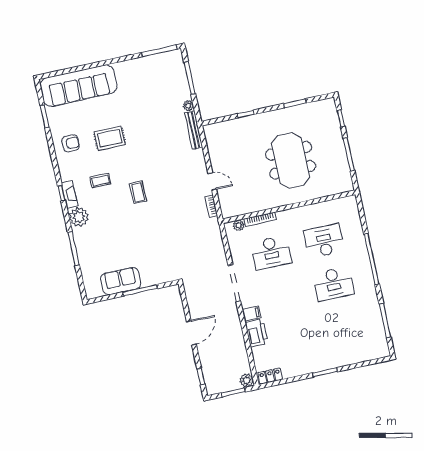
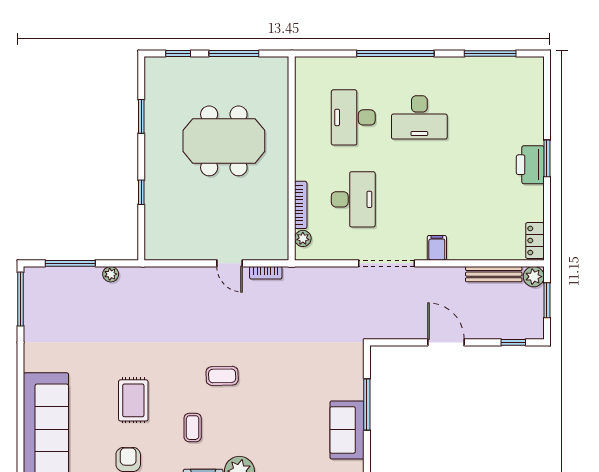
bench: (194, 130) -> (494, 274), moved
door: (212, 181) -> (230, 263), swing flipped
desk: (334, 284) -> (419, 117), turned 90
printer: (257, 333) -> (530, 165), moved, turned -90

